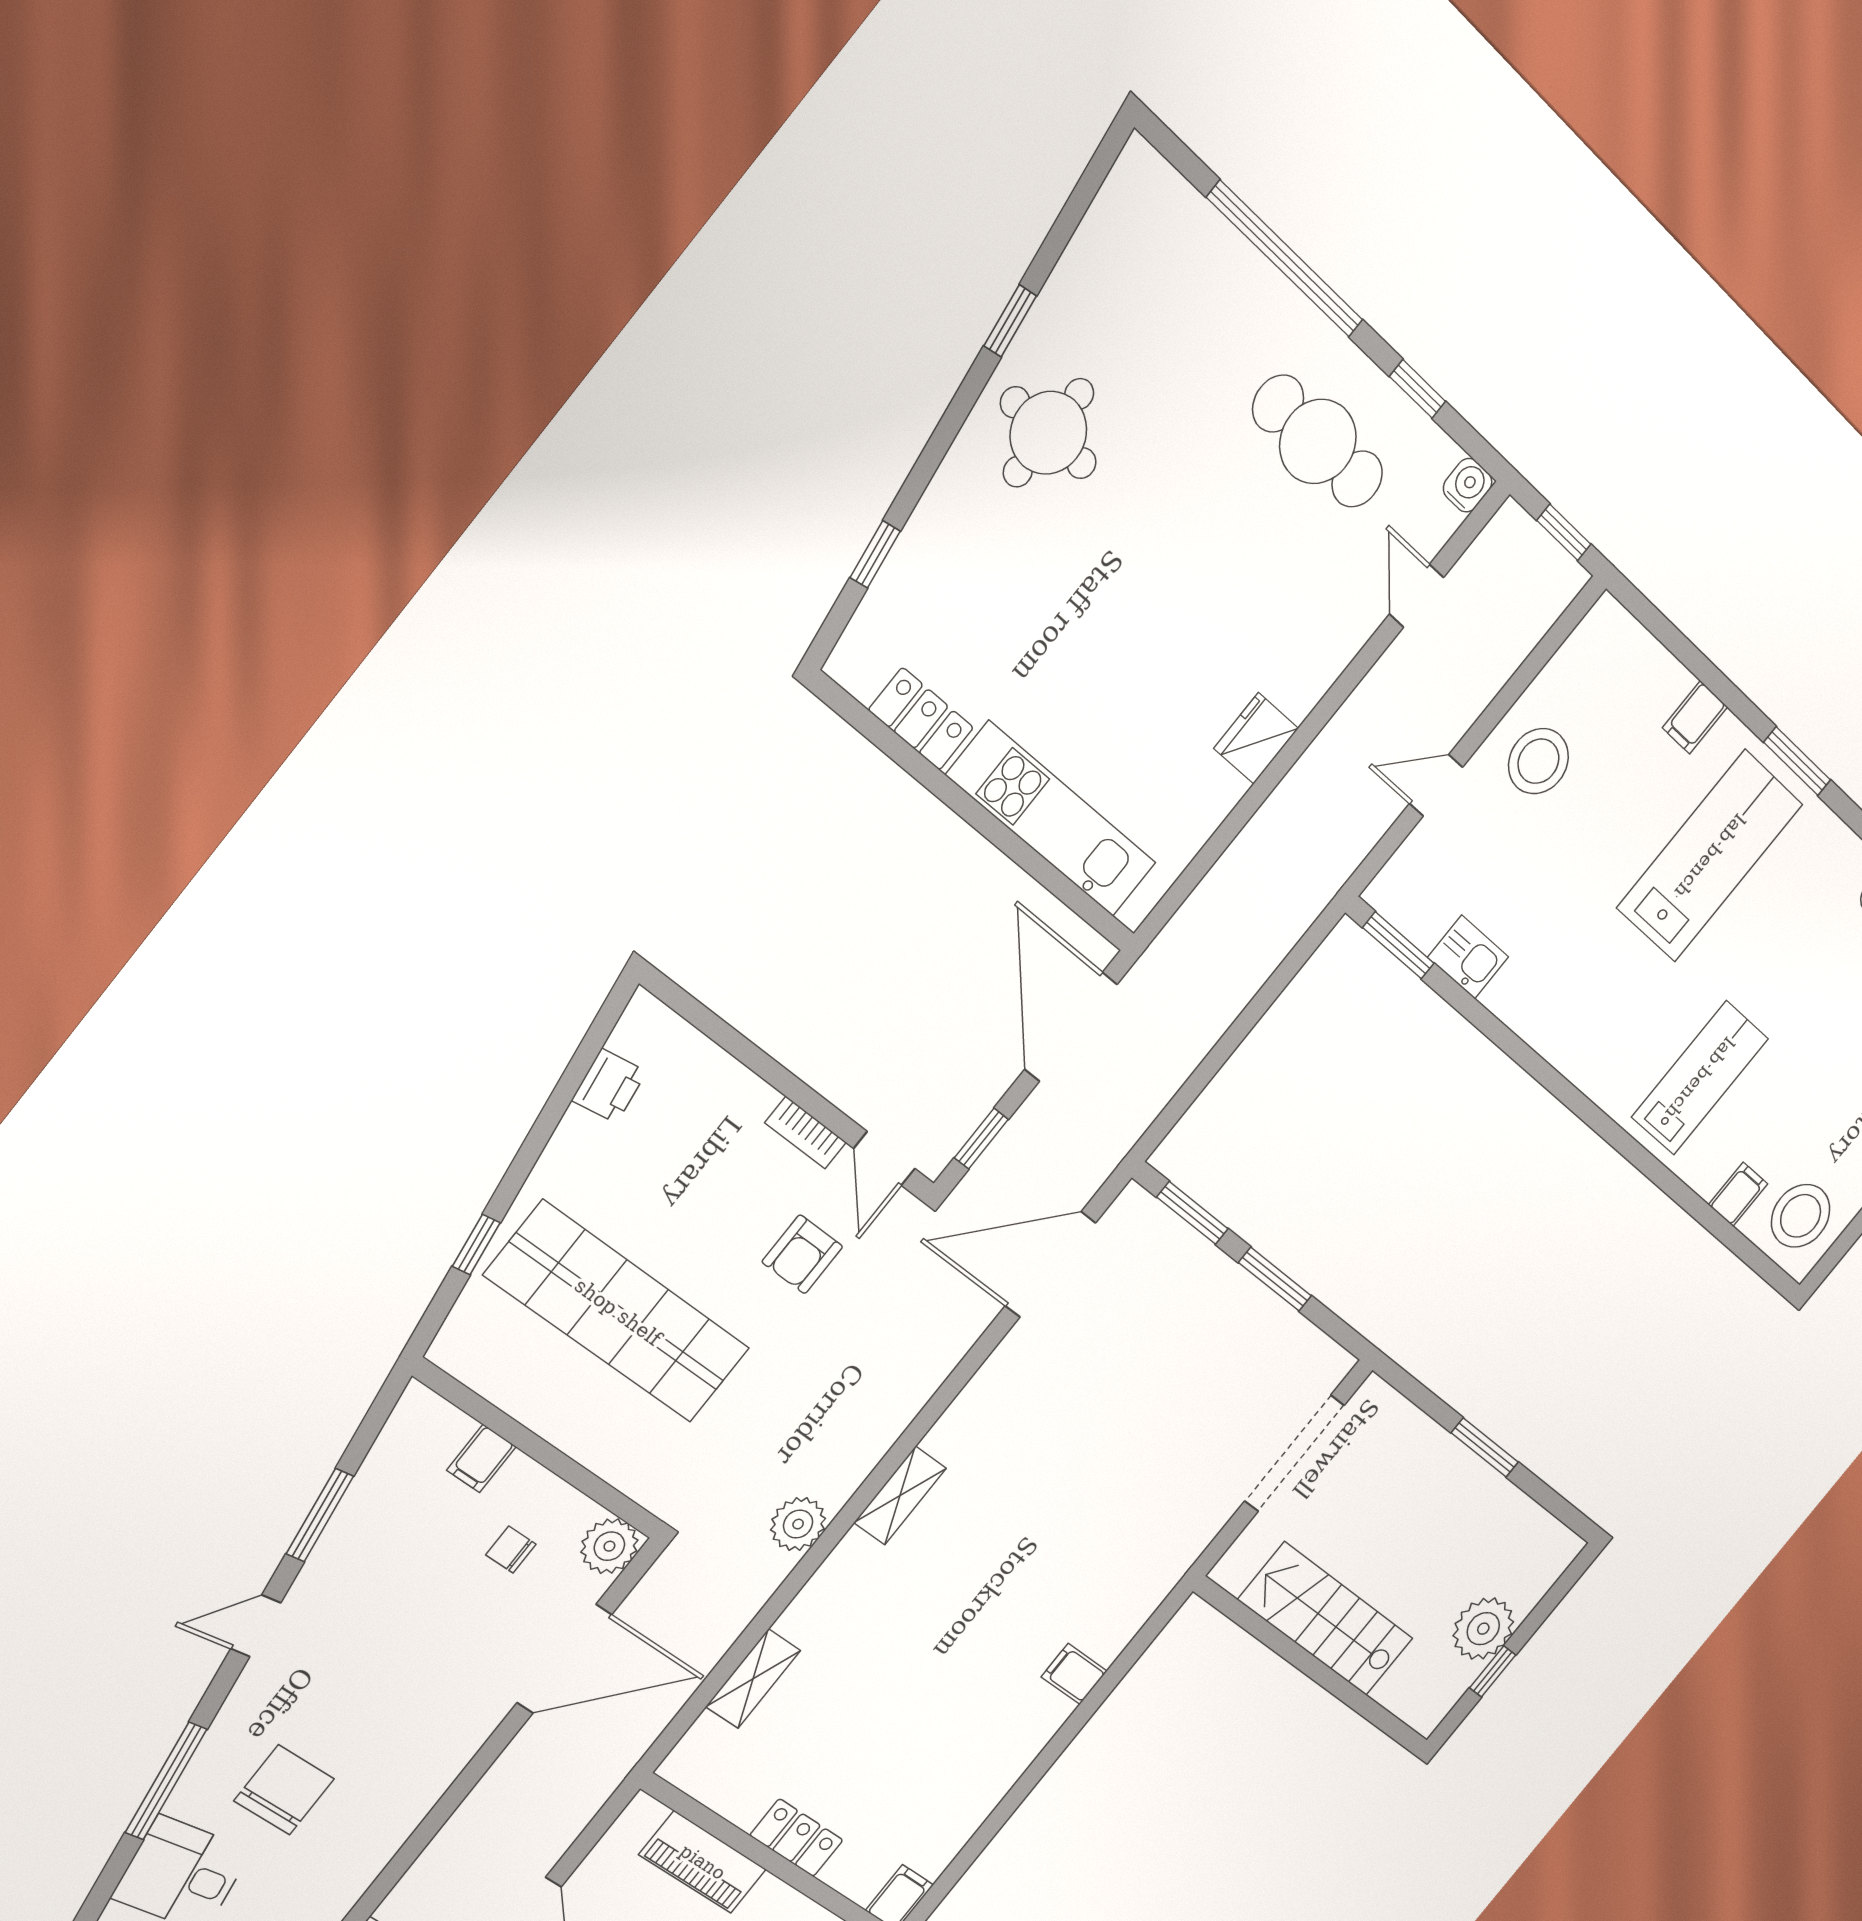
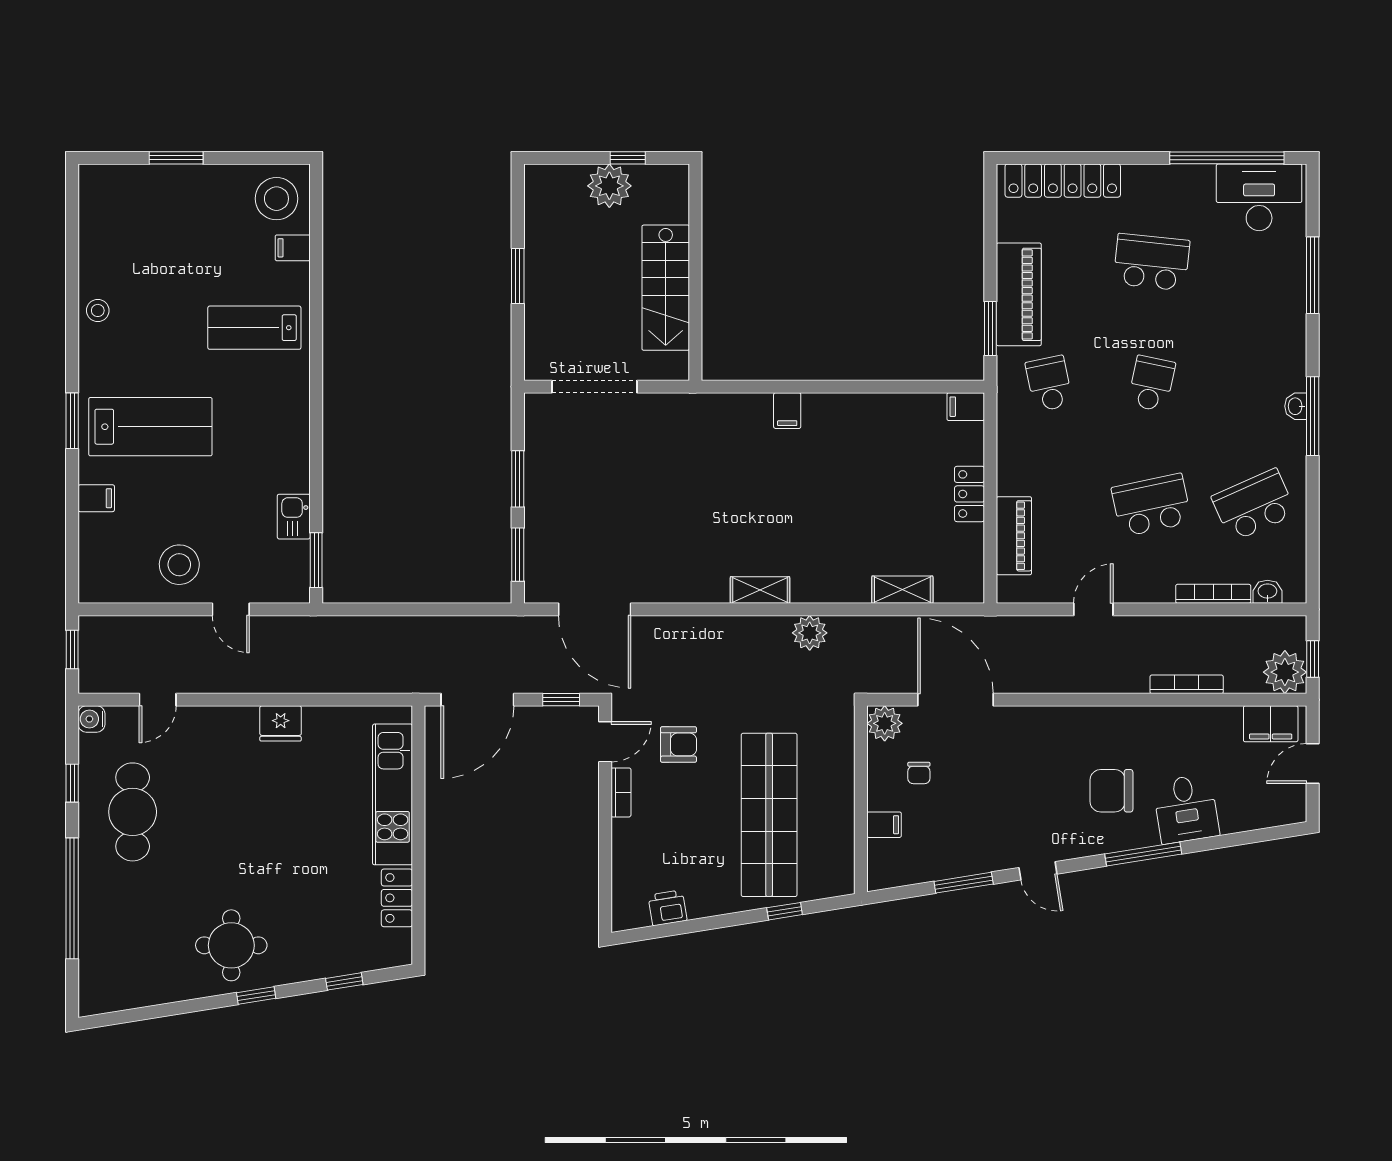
window: (1010, 321) -> (256, 995), moved
lab bench: (1710, 856) -> (150, 427), turned 180

